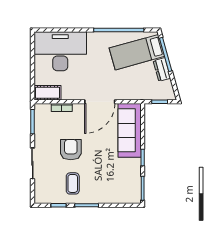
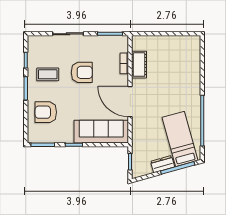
desk: (60, 51) -> (181, 62), removed
cot: (47, 93) -> (139, 65), moved
armchair: (110, 185) -> (46, 112), added

